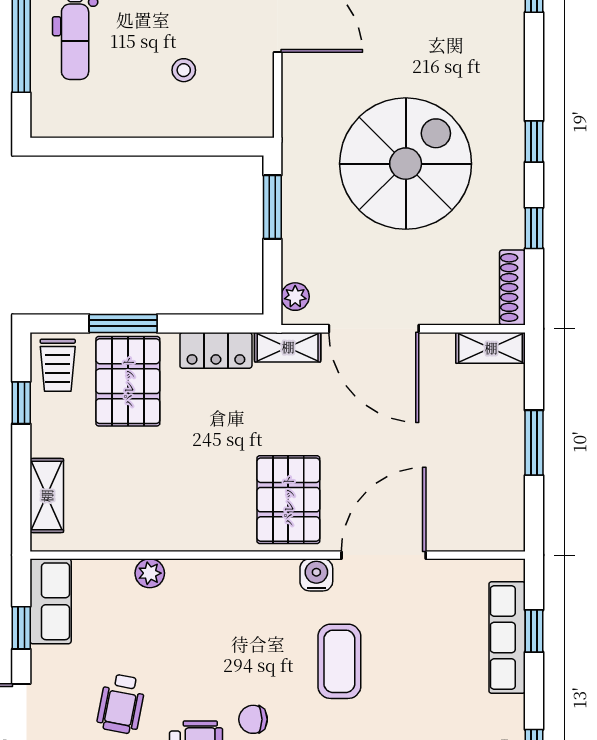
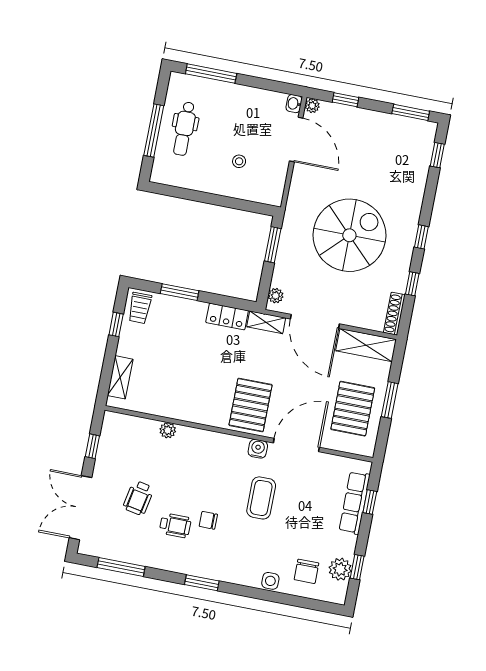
shelving: (491, 348) -> (366, 345), width x1.50, depth x1.33
pallet: (128, 381) -> (353, 409), moved
row of seats: (51, 601) -> (111, 435), removed

